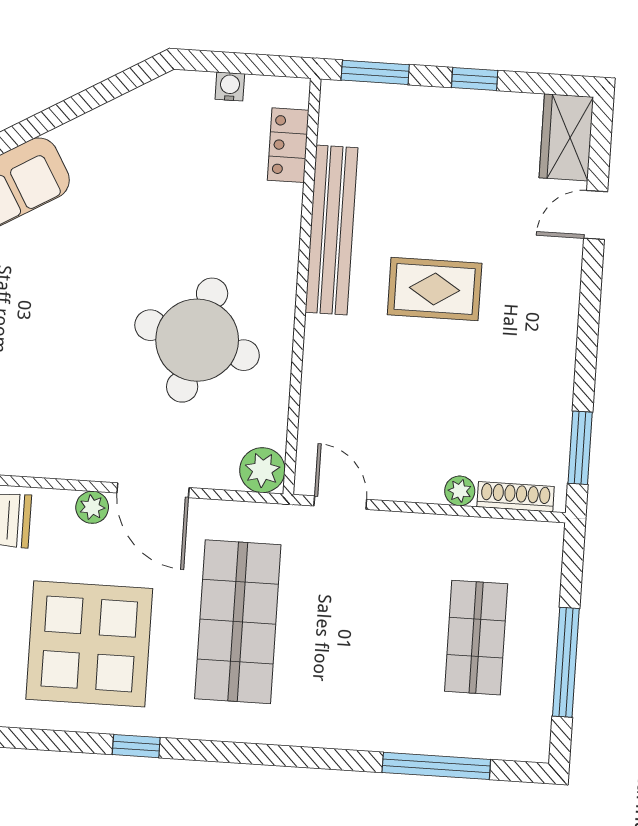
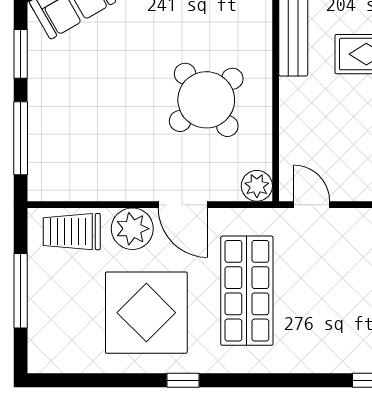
round table: (197, 340) -> (206, 100), turned 37
plant: (92, 507) -> (132, 229), width x1.88, depth x1.88

